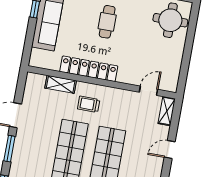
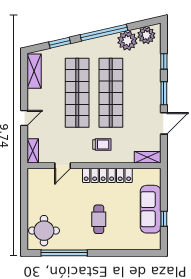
shelving: (61, 84) -> (147, 157), moved
door: (148, 91) -> (63, 166), moved

